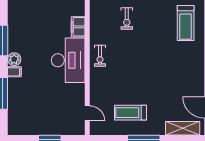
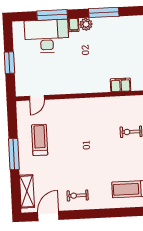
exercise bike: (100, 56) -> (78, 195), moved
desk: (68, 60) -> (47, 36), moved, turned 180

